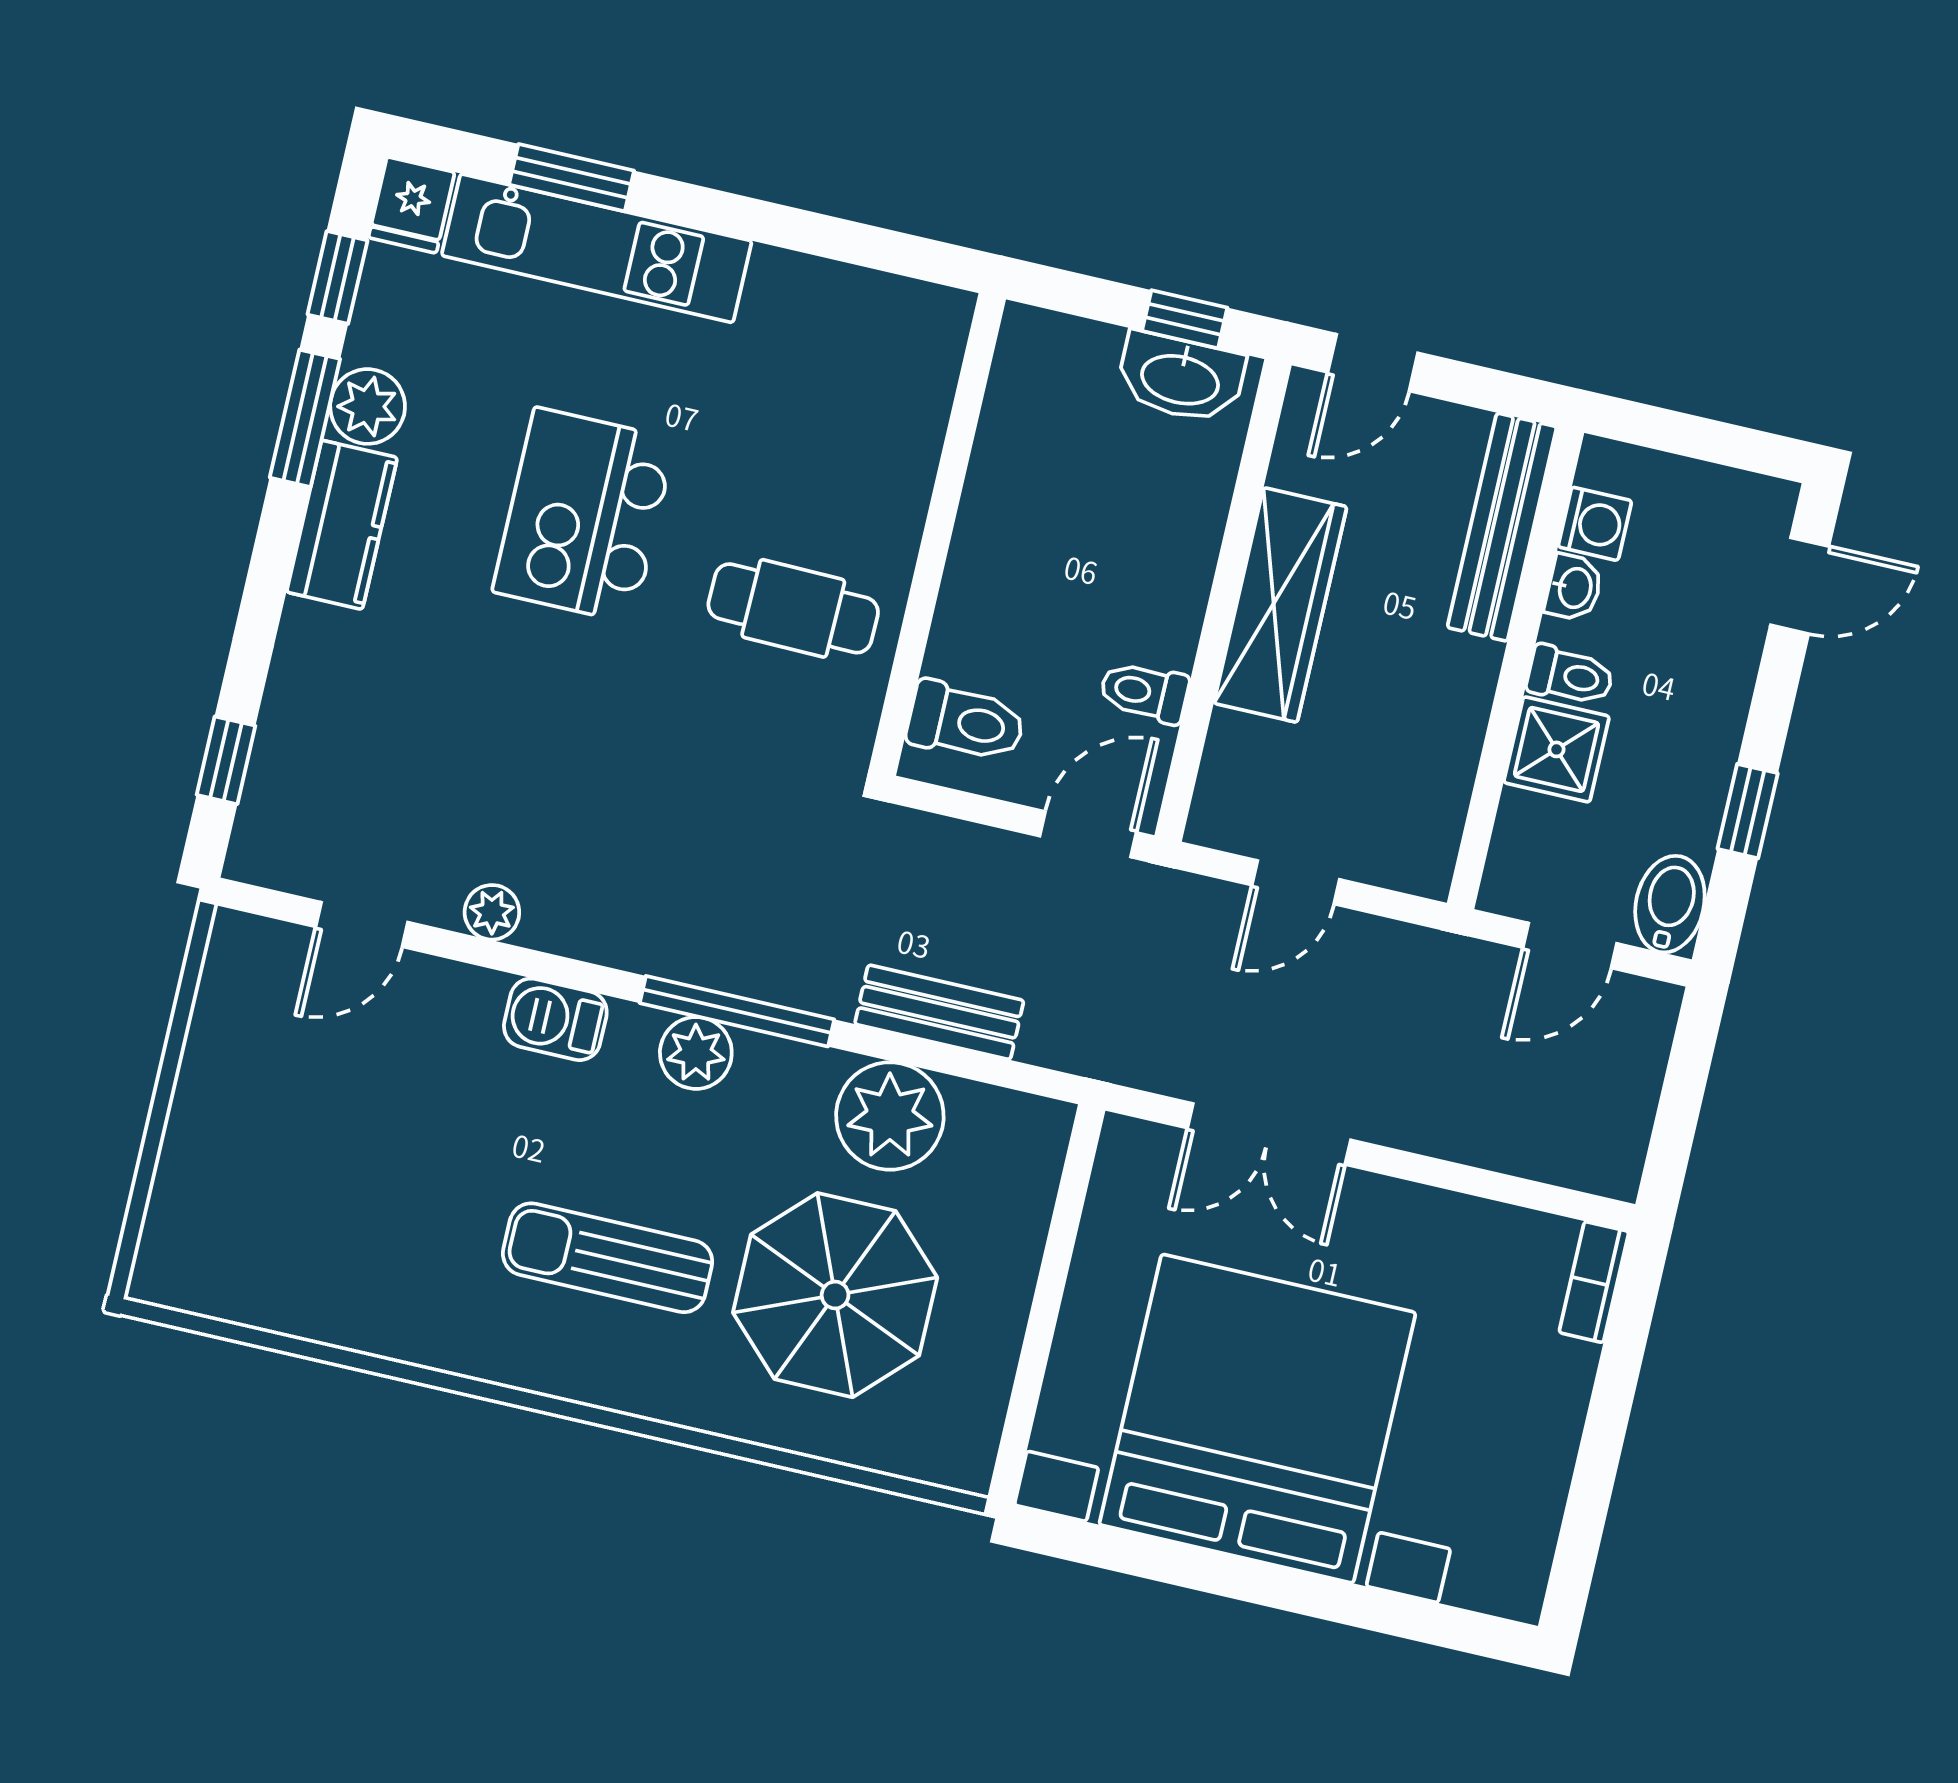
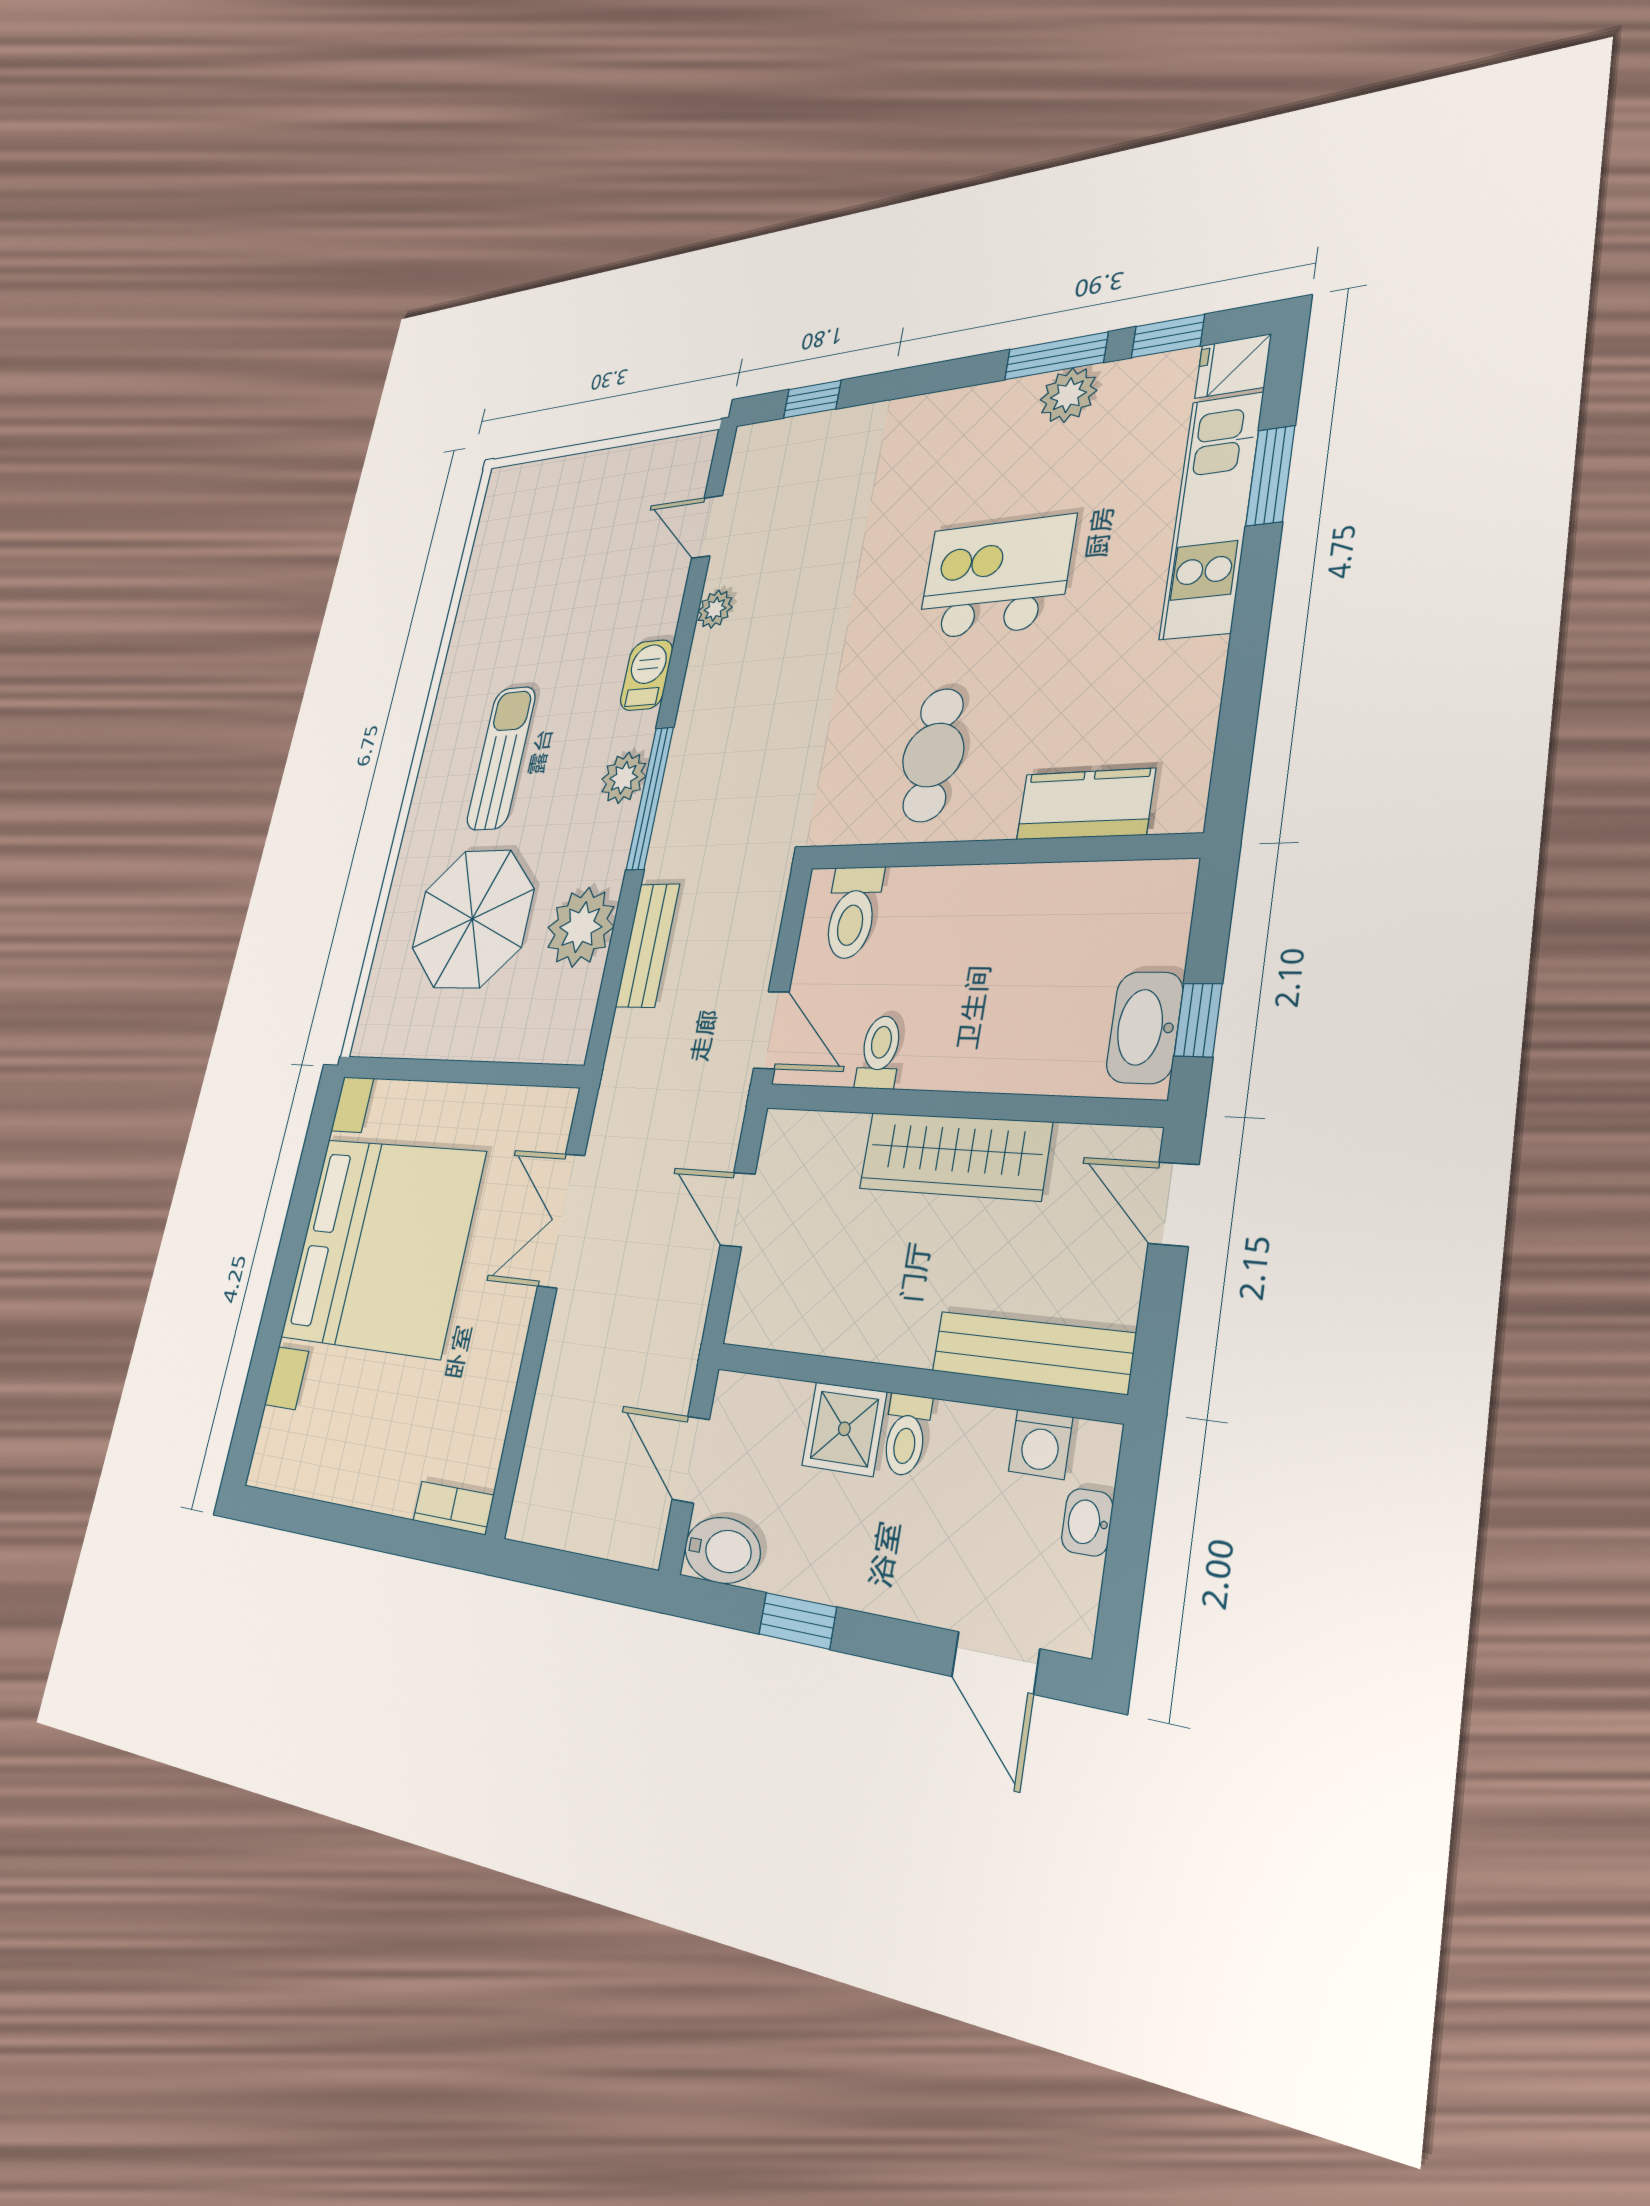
kitchen counter: (342, 525) -> (1085, 804), moved, turned 180
washbasin: (1574, 588) -> (1087, 1522), moved, turned 90

